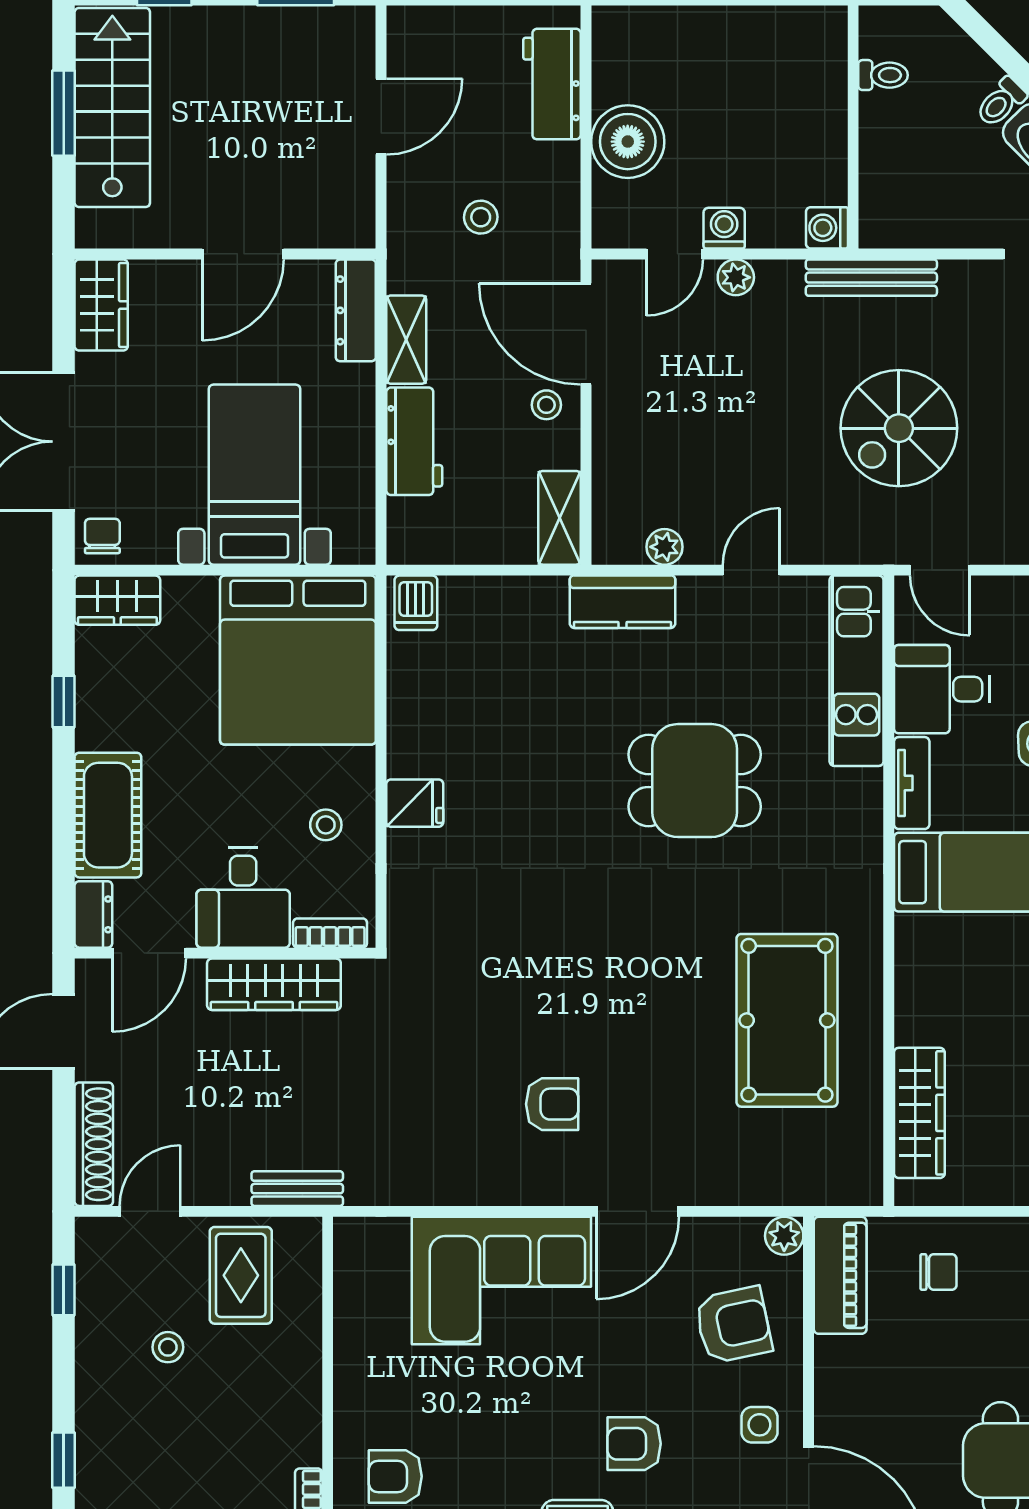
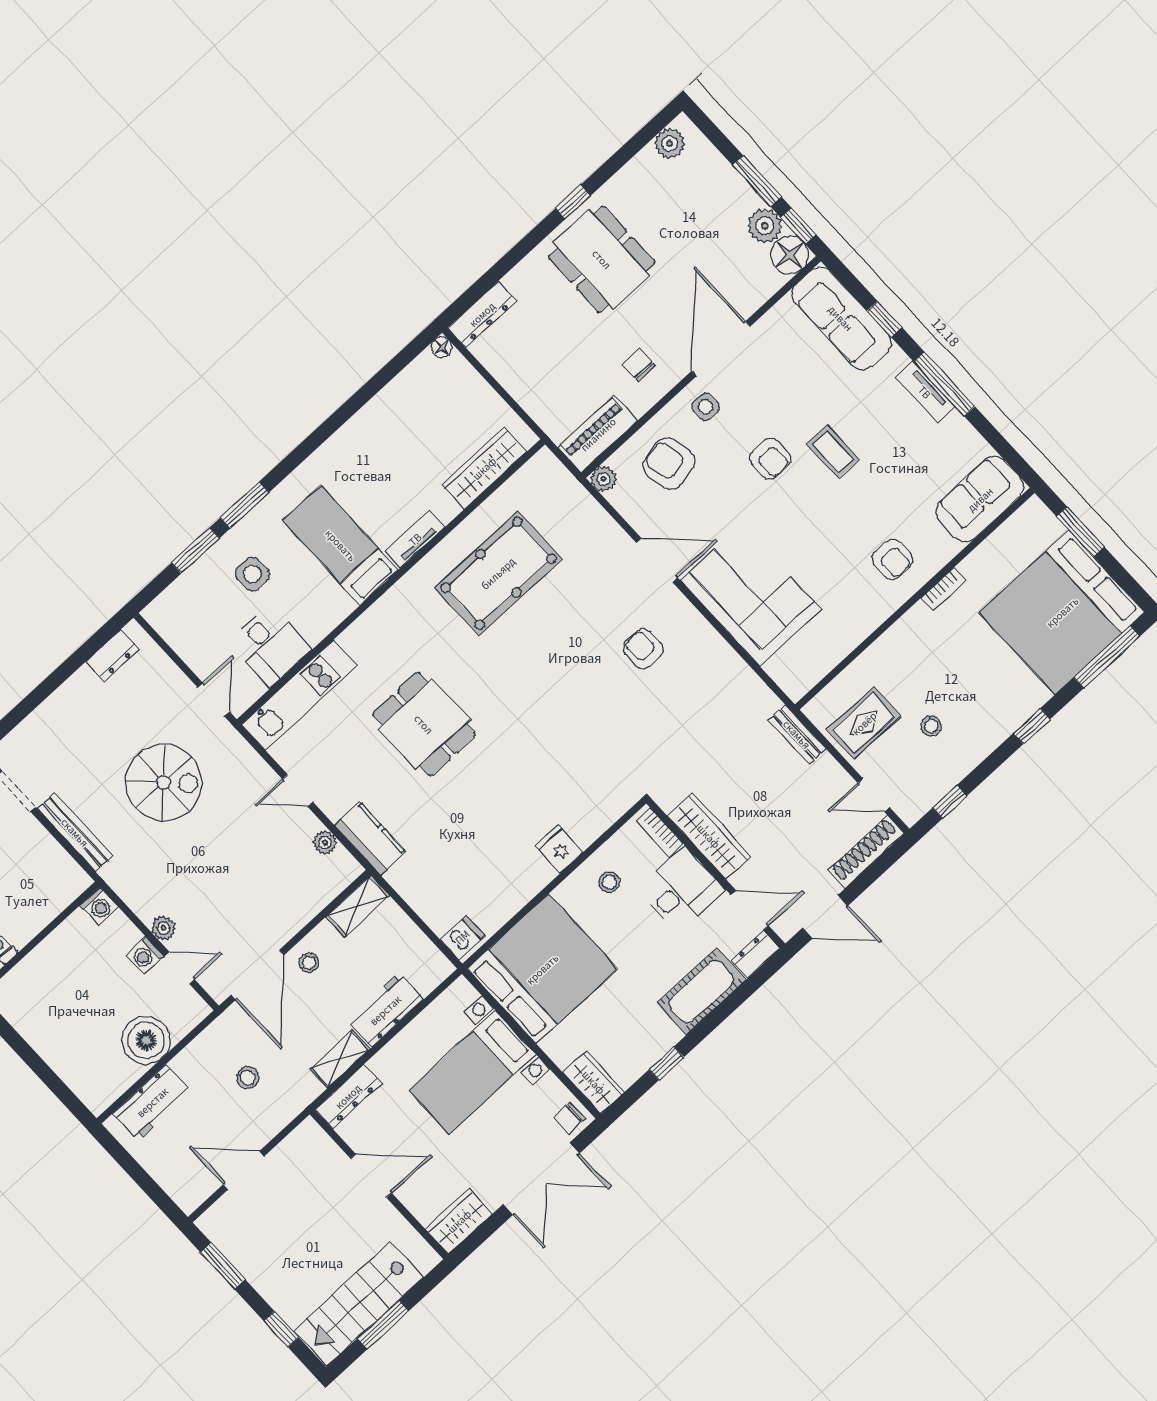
bench: (871, 278) -> (75, 832), moved
tv unit: (912, 783) -> (415, 539), moved
chair: (938, 1272) -> (639, 365), moved

